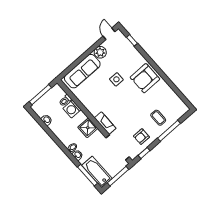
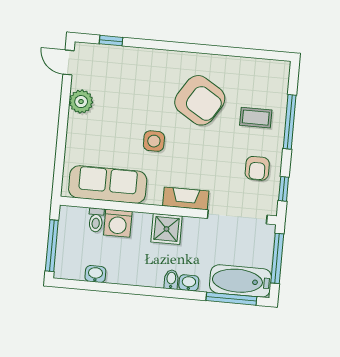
sofa: (82, 71) -> (108, 184), moved, turned -90
armchair: (145, 78) -> (200, 100), moved, turned -58
side table: (116, 79) -> (154, 141), moved

